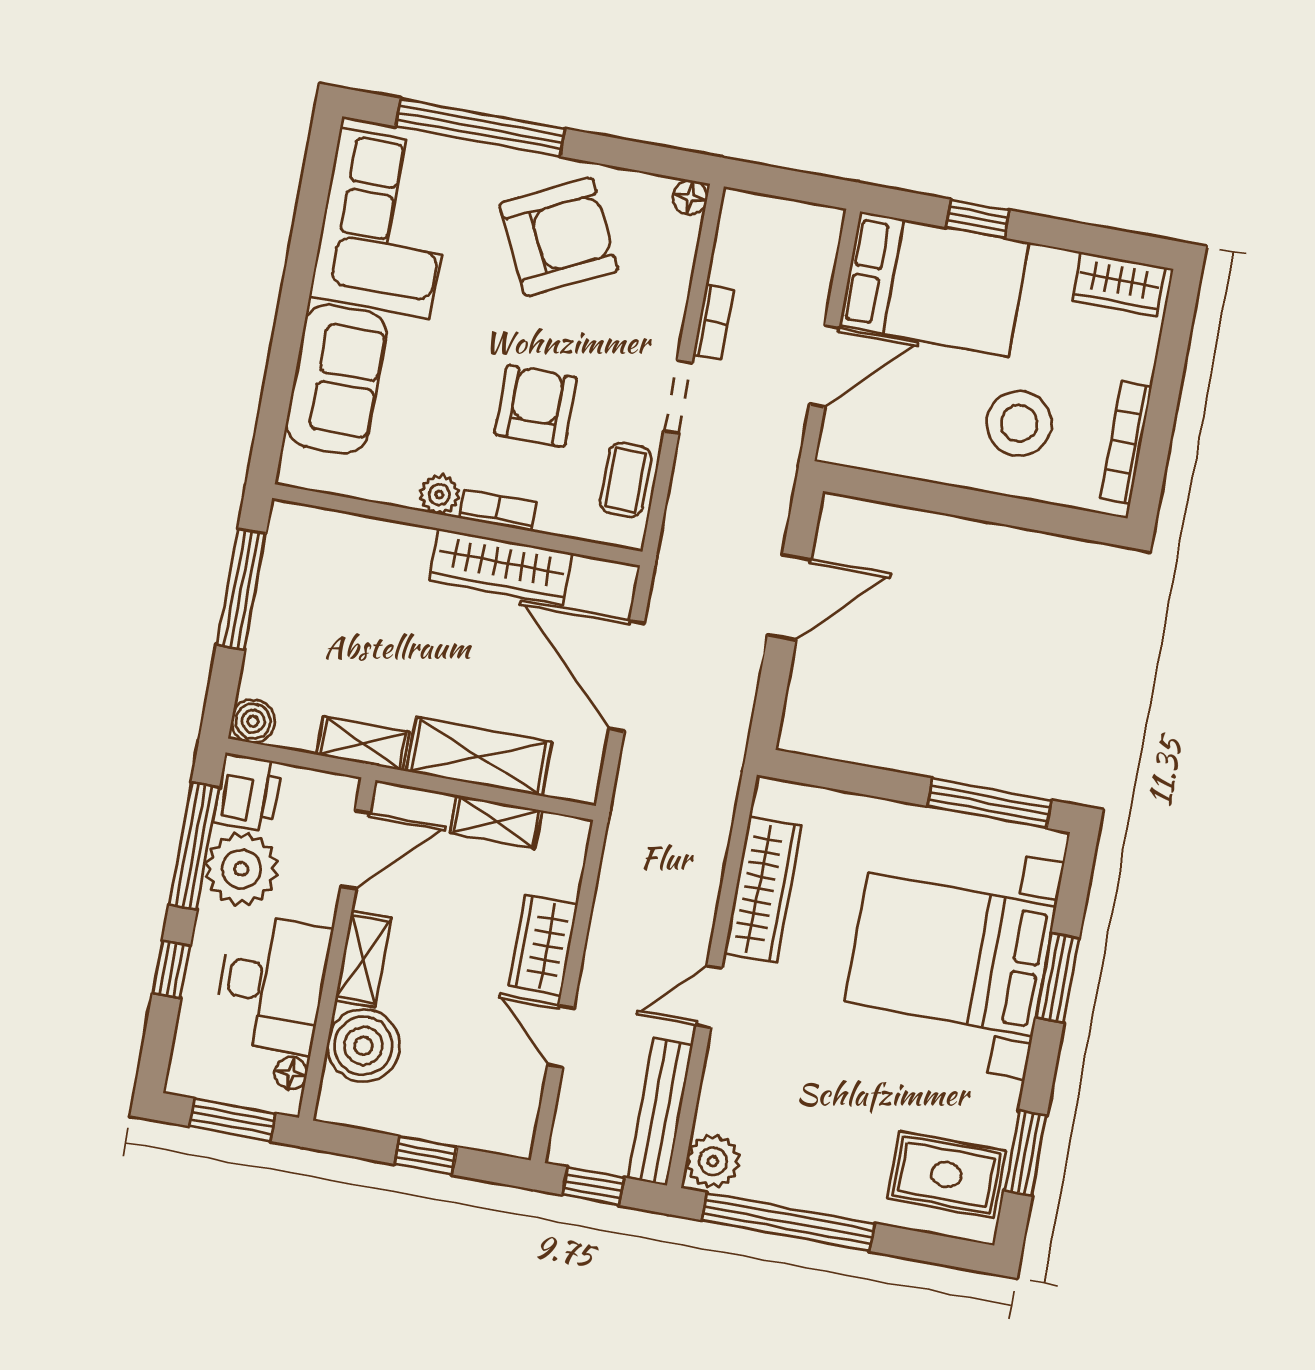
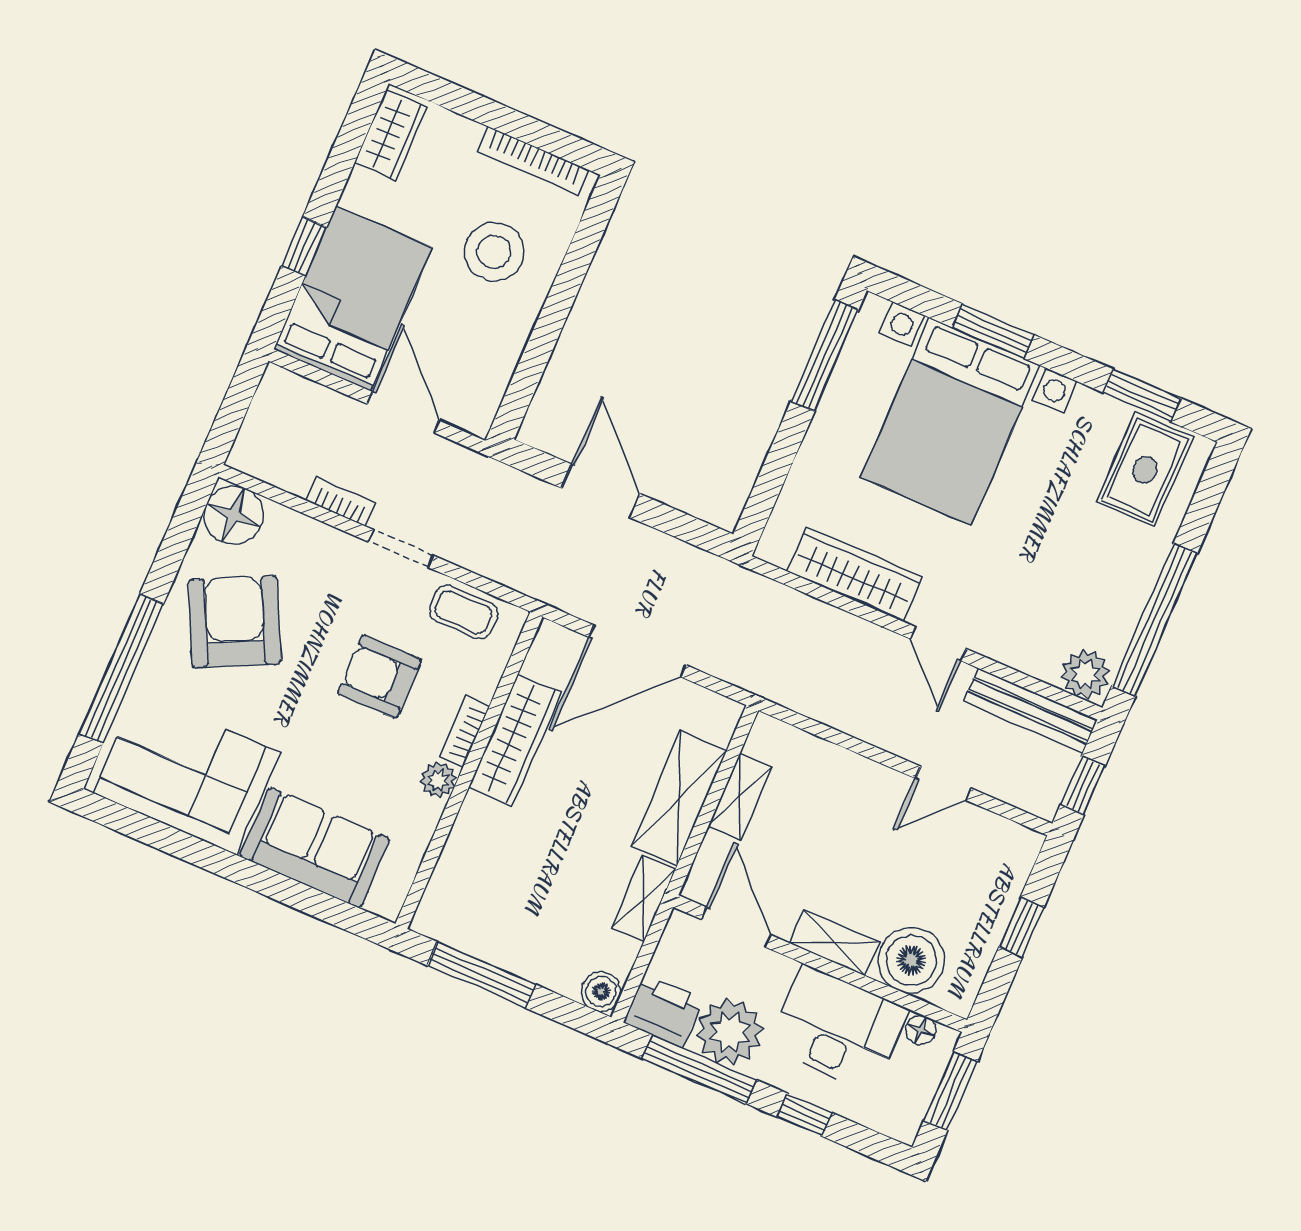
floor lamp: (690, 198) -> (234, 515), width x1.89, depth x1.89
wardrobe: (543, 945) -> (859, 780), removed

